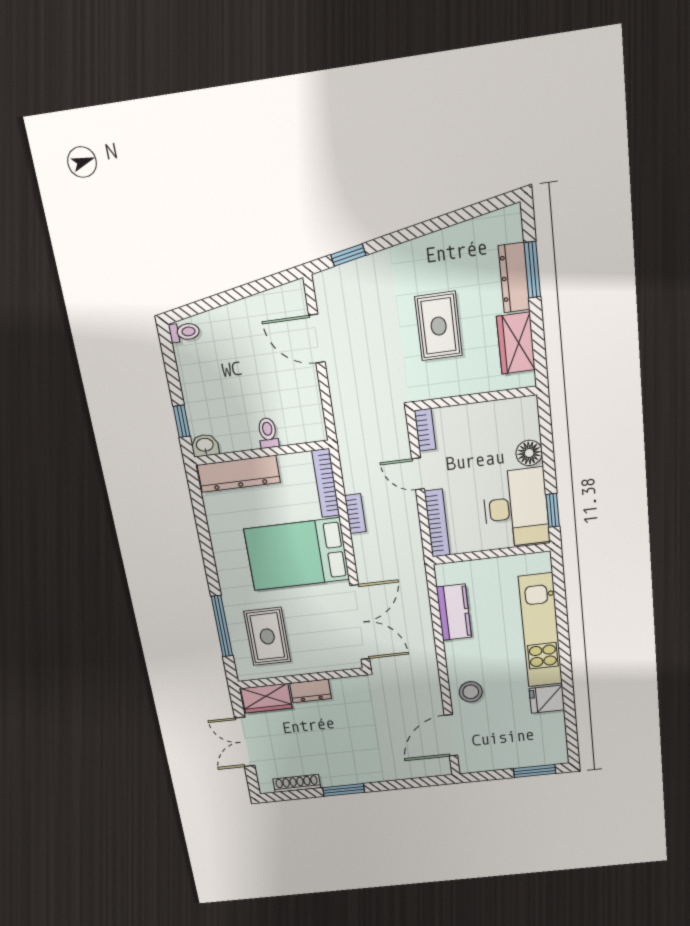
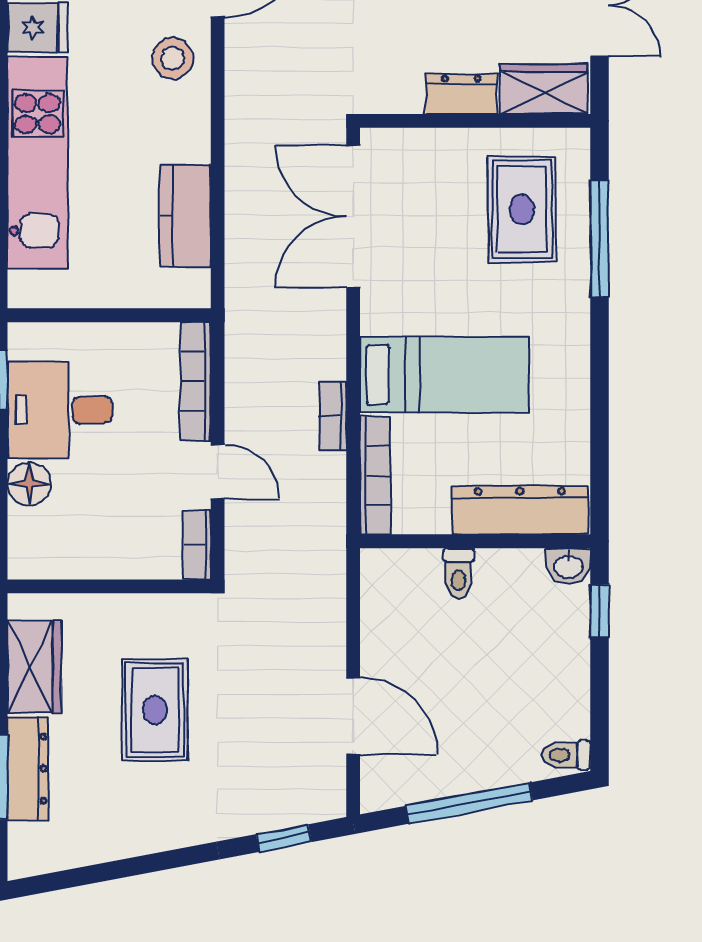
window: (238, 294) -> (469, 803), added
desk: (516, 508) -> (60, 410), width x0.73
bed: (297, 554) -> (444, 375), width x0.67

